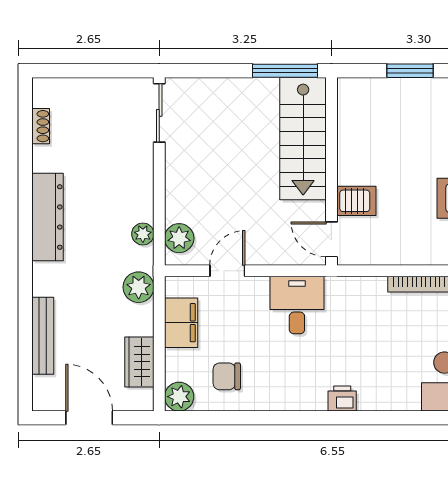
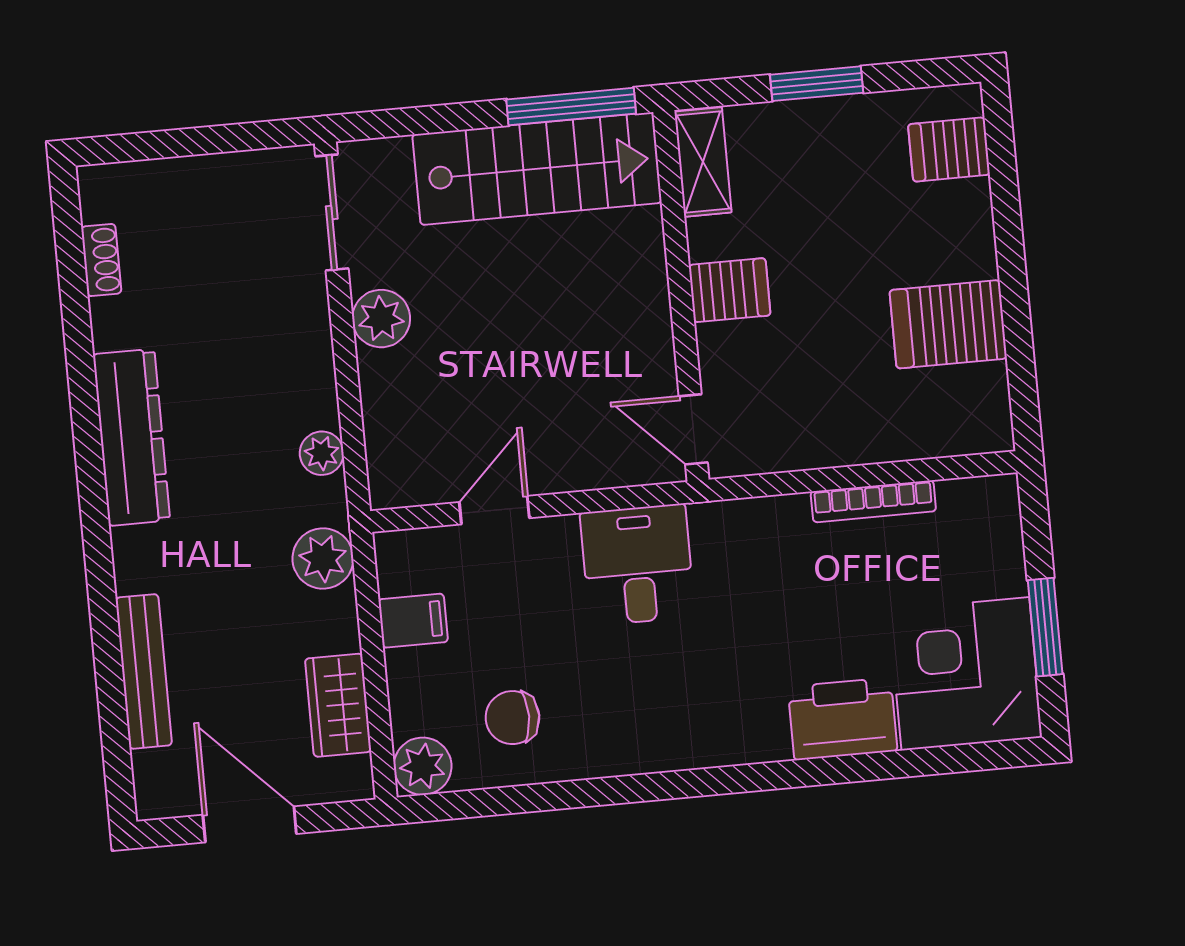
shelving: (349, 105) -> (703, 162), added
stairs: (303, 139) -> (537, 169), moved, turned -90
server rack: (356, 201) -> (730, 290), moved
plant: (179, 238) -> (381, 319), moved
filing cabinet: (181, 323) -> (413, 621), width x0.50
printer: (342, 399) -> (842, 719), moved, width x1.87, depth x1.48

